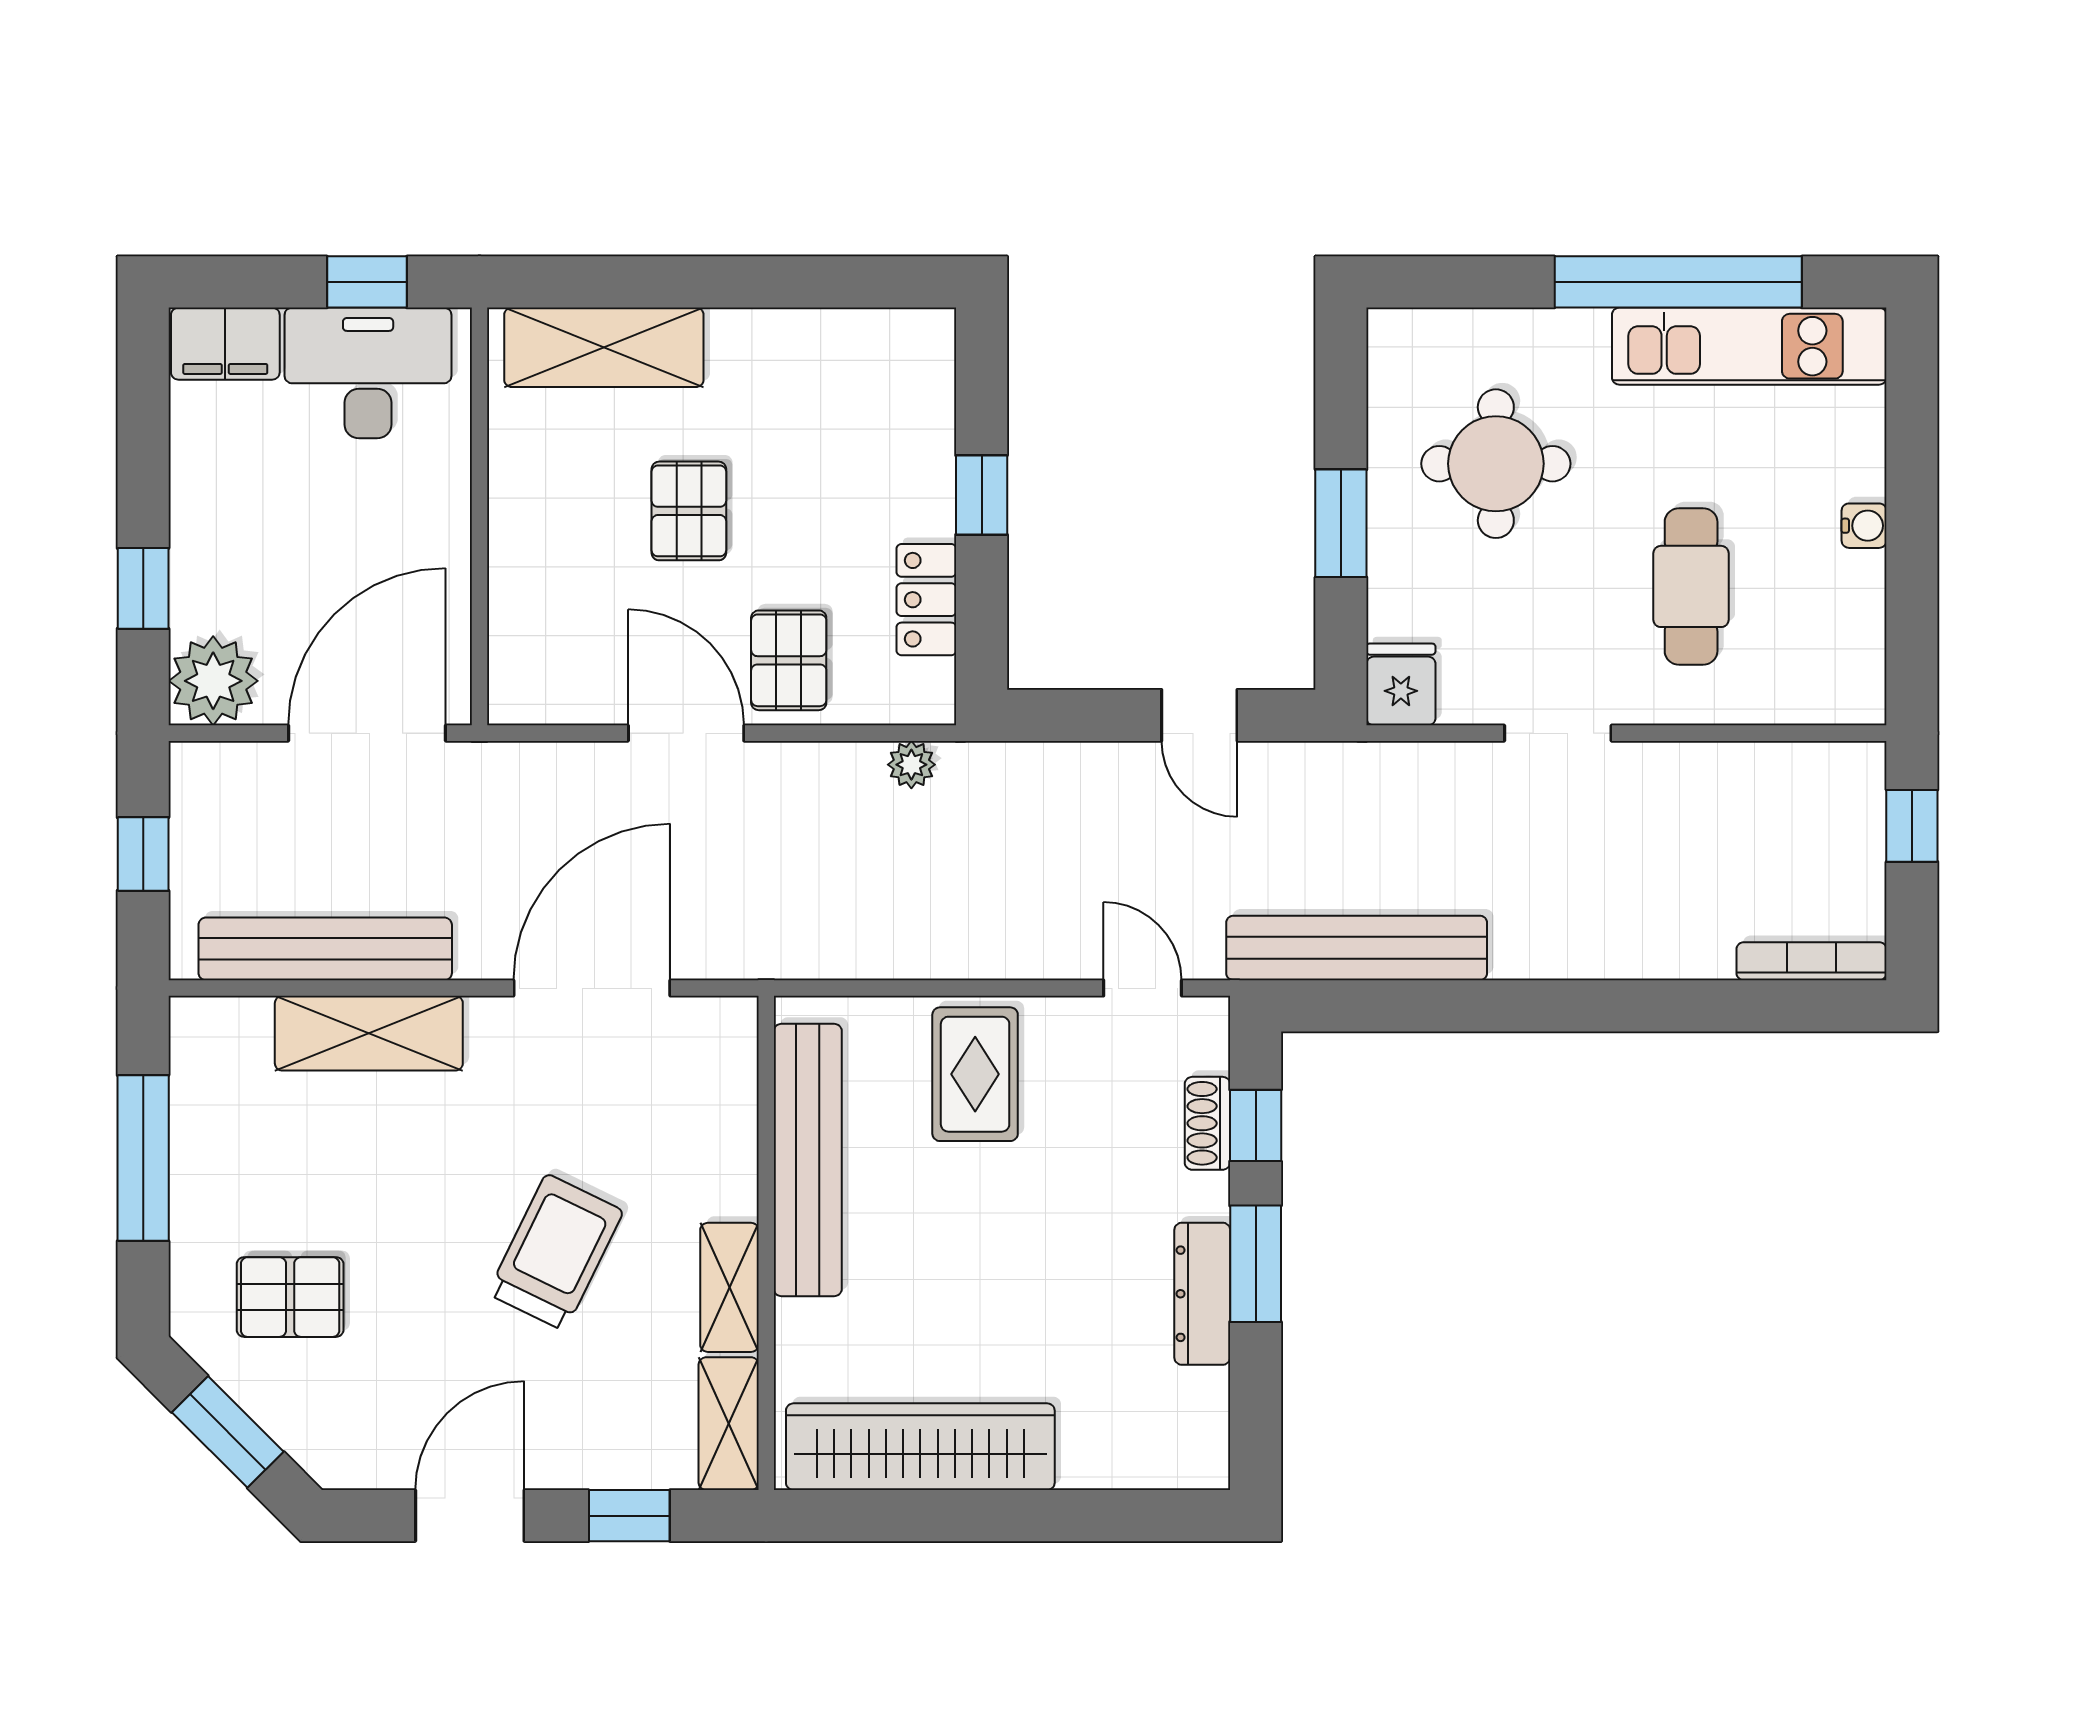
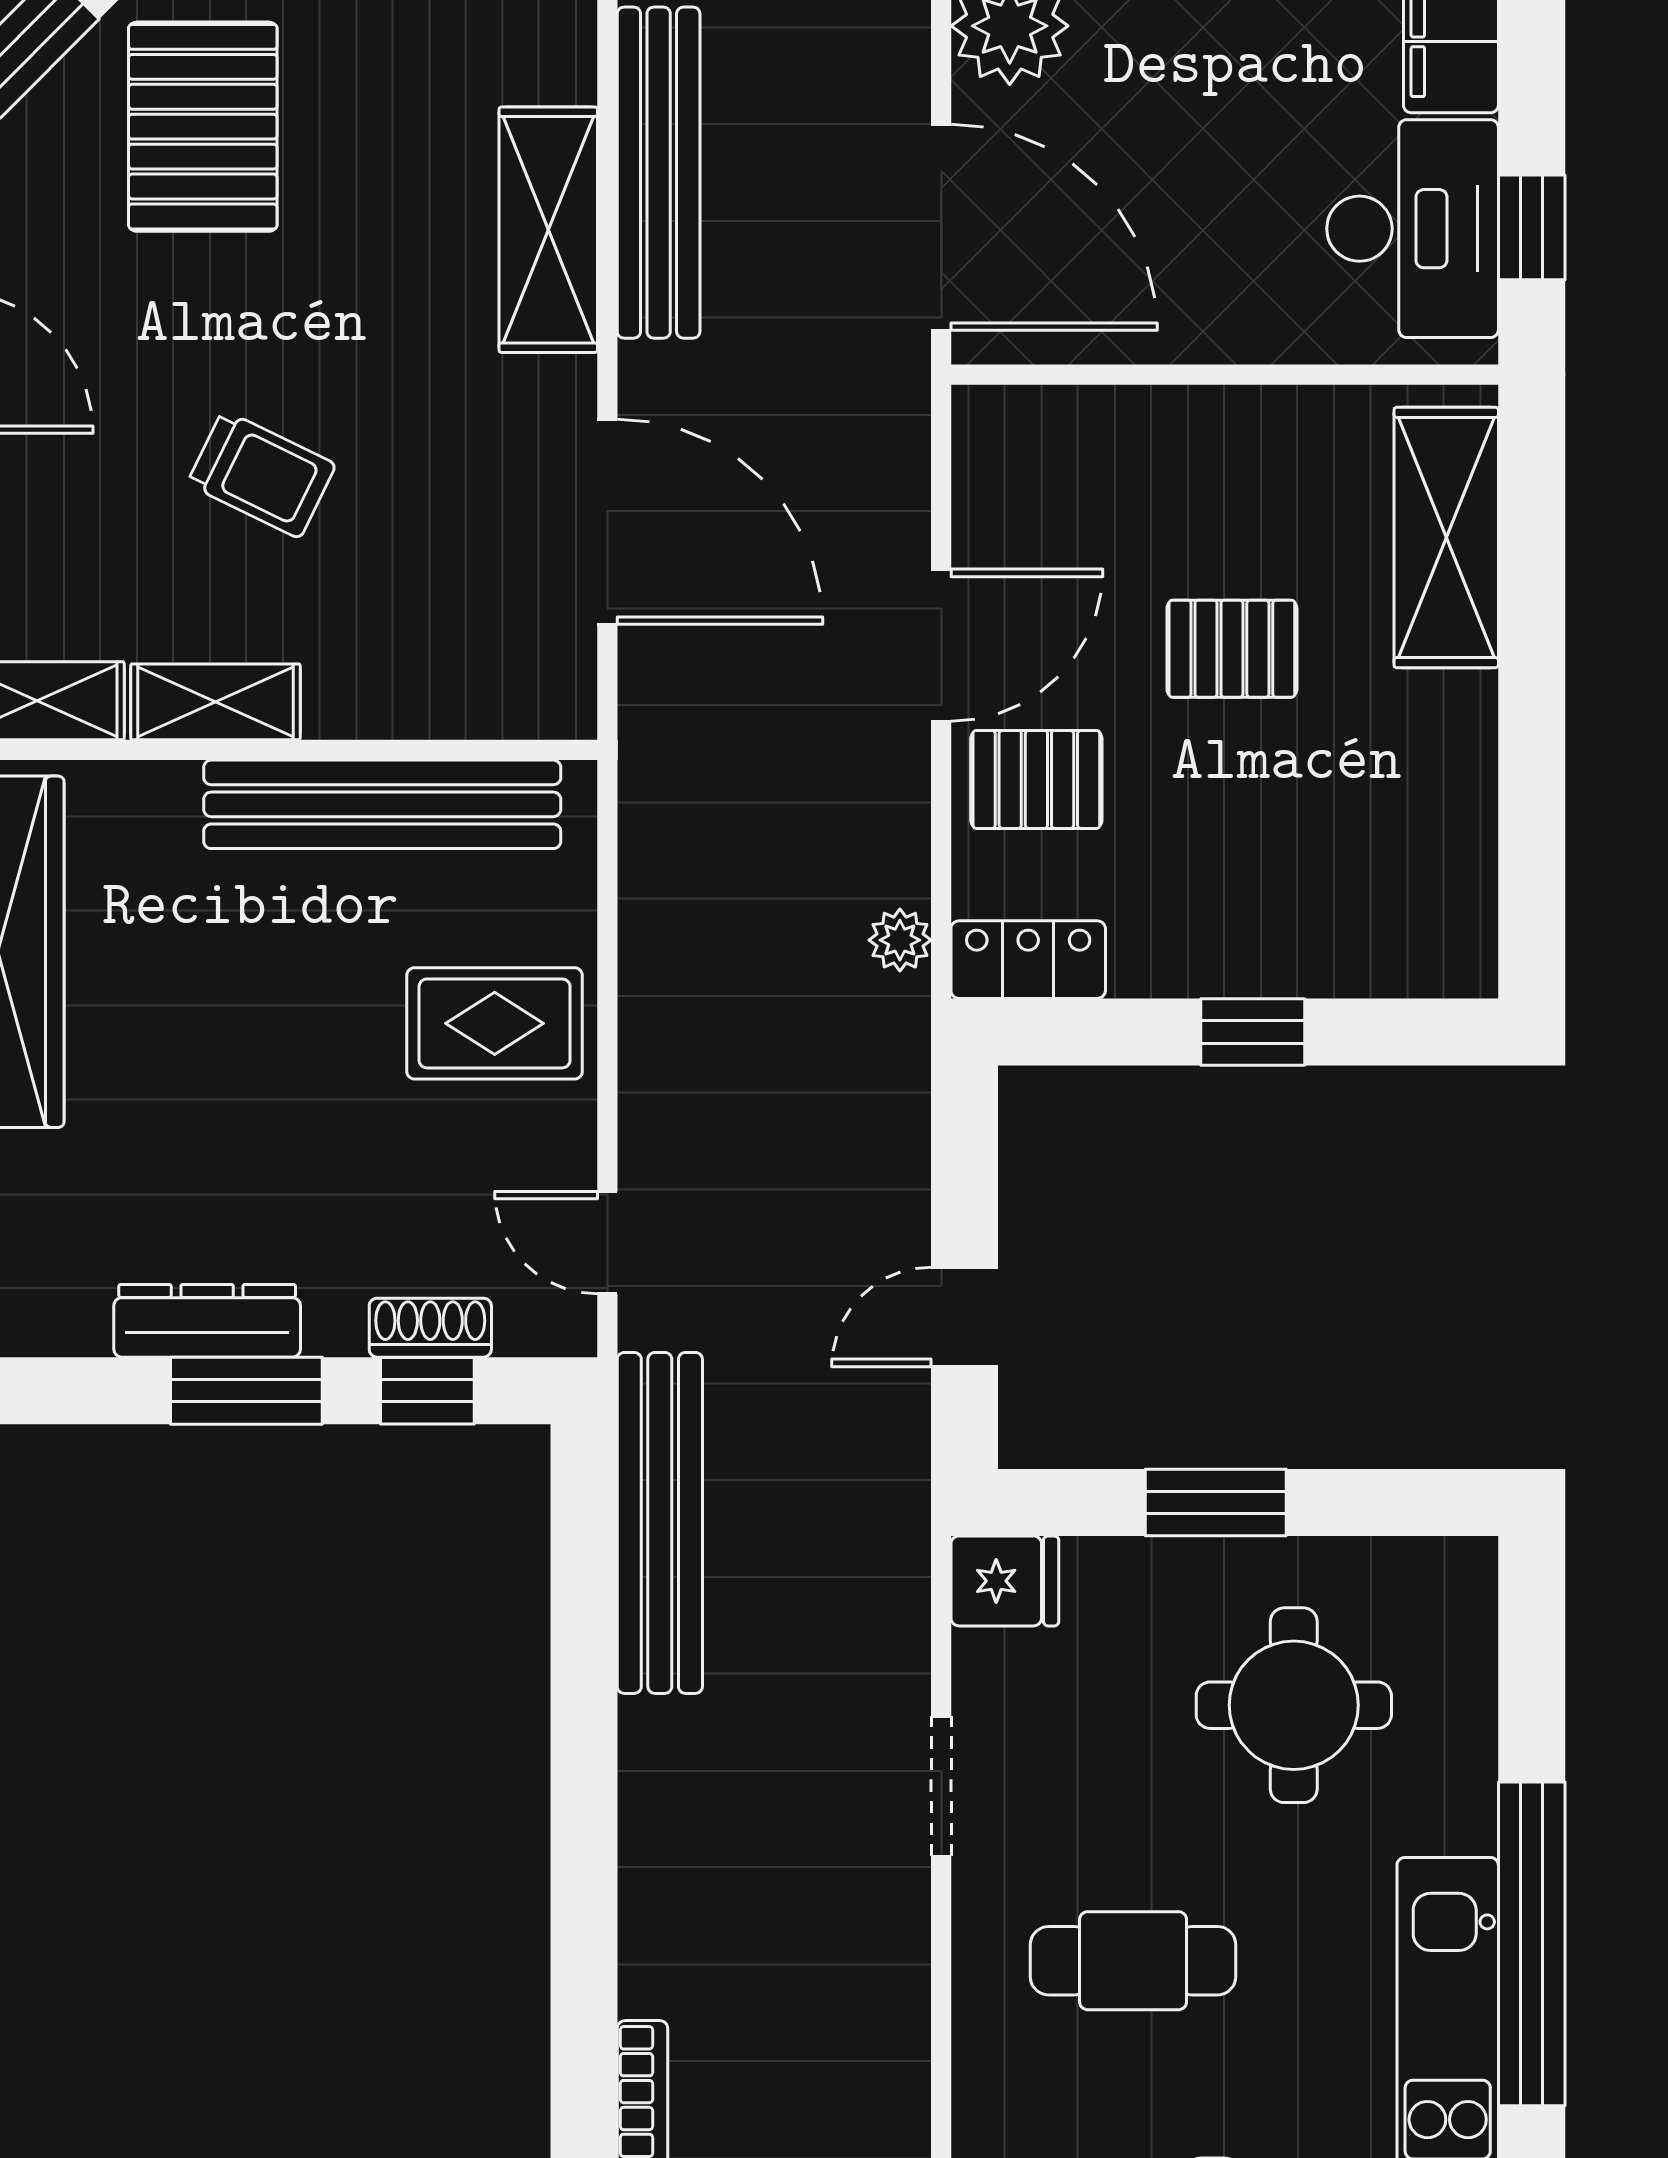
locker: (926, 600) -> (1028, 960), moved
door: (1143, 988) -> (607, 1243), swing flipped
trolley: (556, 1252) -> (261, 474), width x0.73, depth x0.72
pallet: (290, 1297) -> (203, 127), width x1.50, depth x1.42

